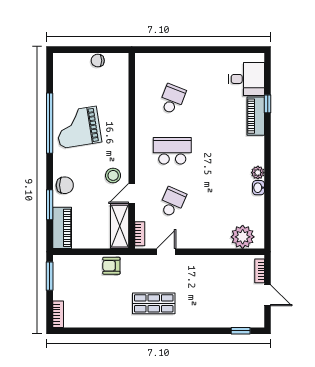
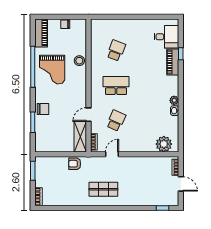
grand piano: (78, 127) -> (52, 70), turned -81
stool: (113, 175) -> (79, 61), moved
piano: (62, 228) -> (41, 33), moved

